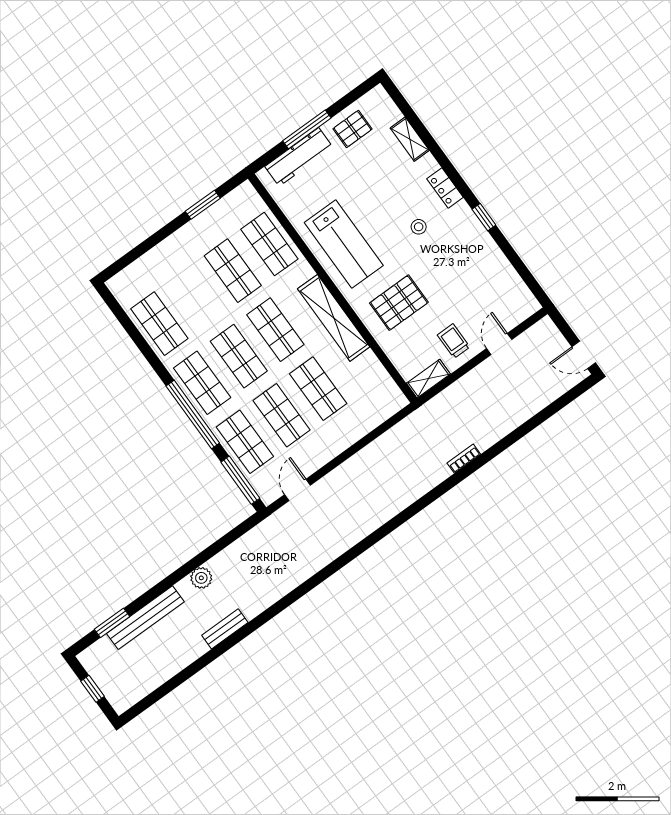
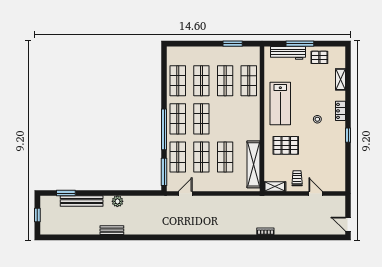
shelving: (334, 318) -> (253, 164), moved
shop shelf: (275, 330) -> (201, 81), moved
door: (499, 344) -> (316, 194), hinge flipped

